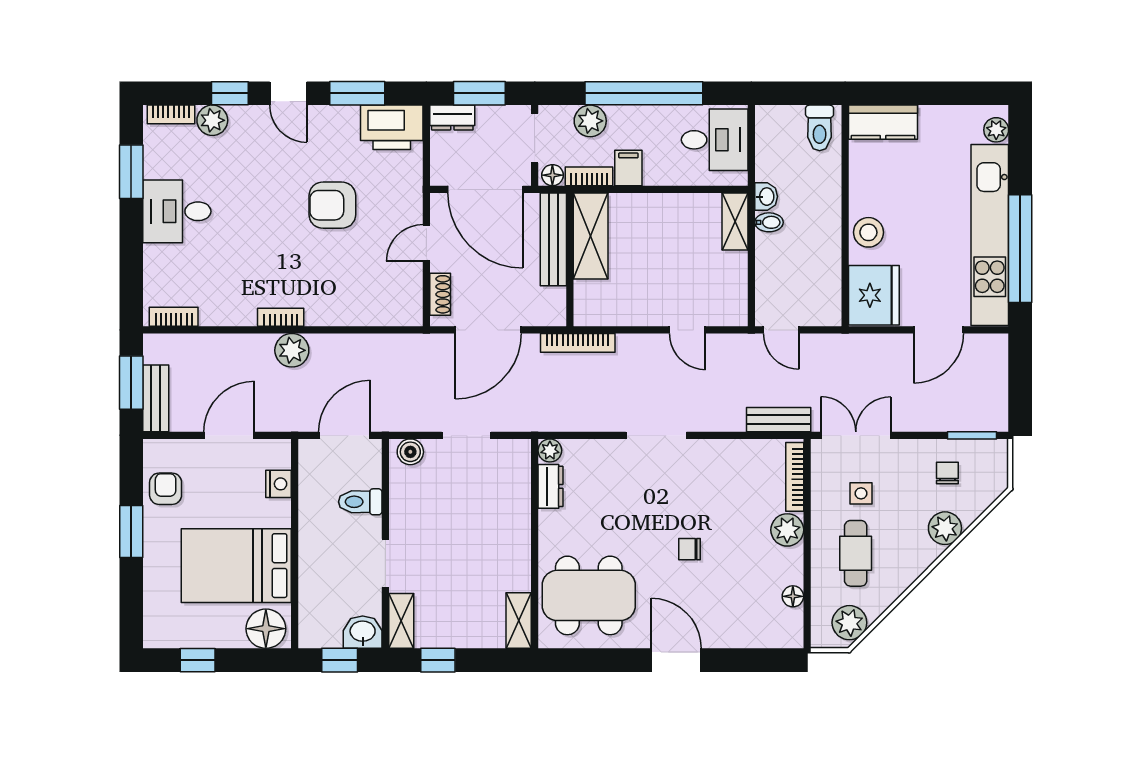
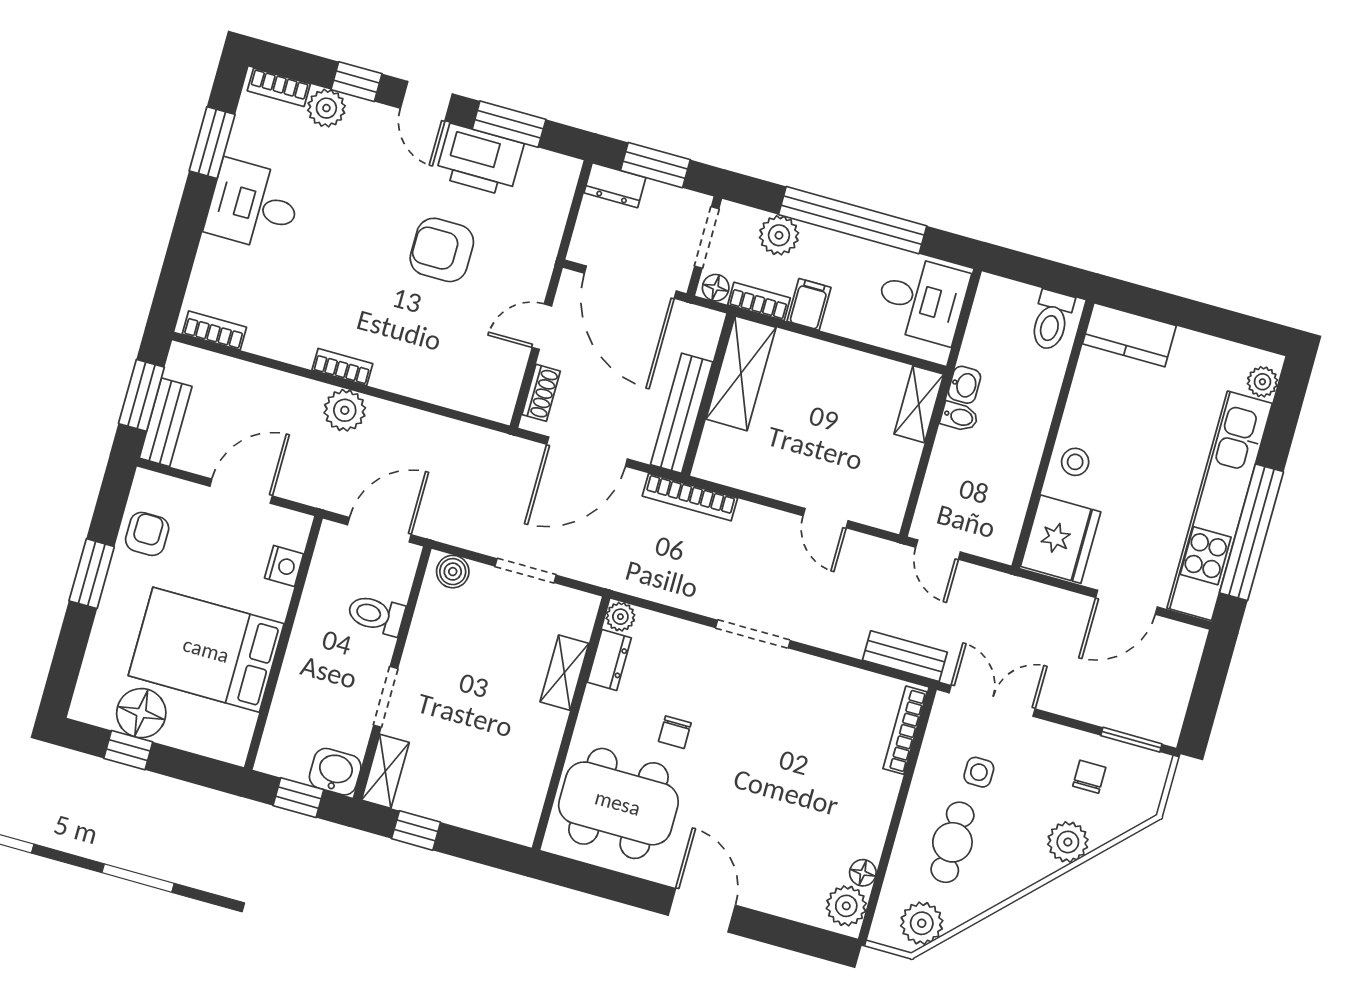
printer: (392, 127) -> (480, 160), moved
stool: (868, 232) -> (1075, 462), width x0.73, depth x0.73
bench: (553, 239) -> (682, 413), moved
plant: (787, 530) -> (846, 906), moved
chair: (690, 549) -> (675, 732), moved, turned -90
shelving: (519, 620) -> (564, 673), moved
floor lamp: (266, 629) -> (141, 713), moved

